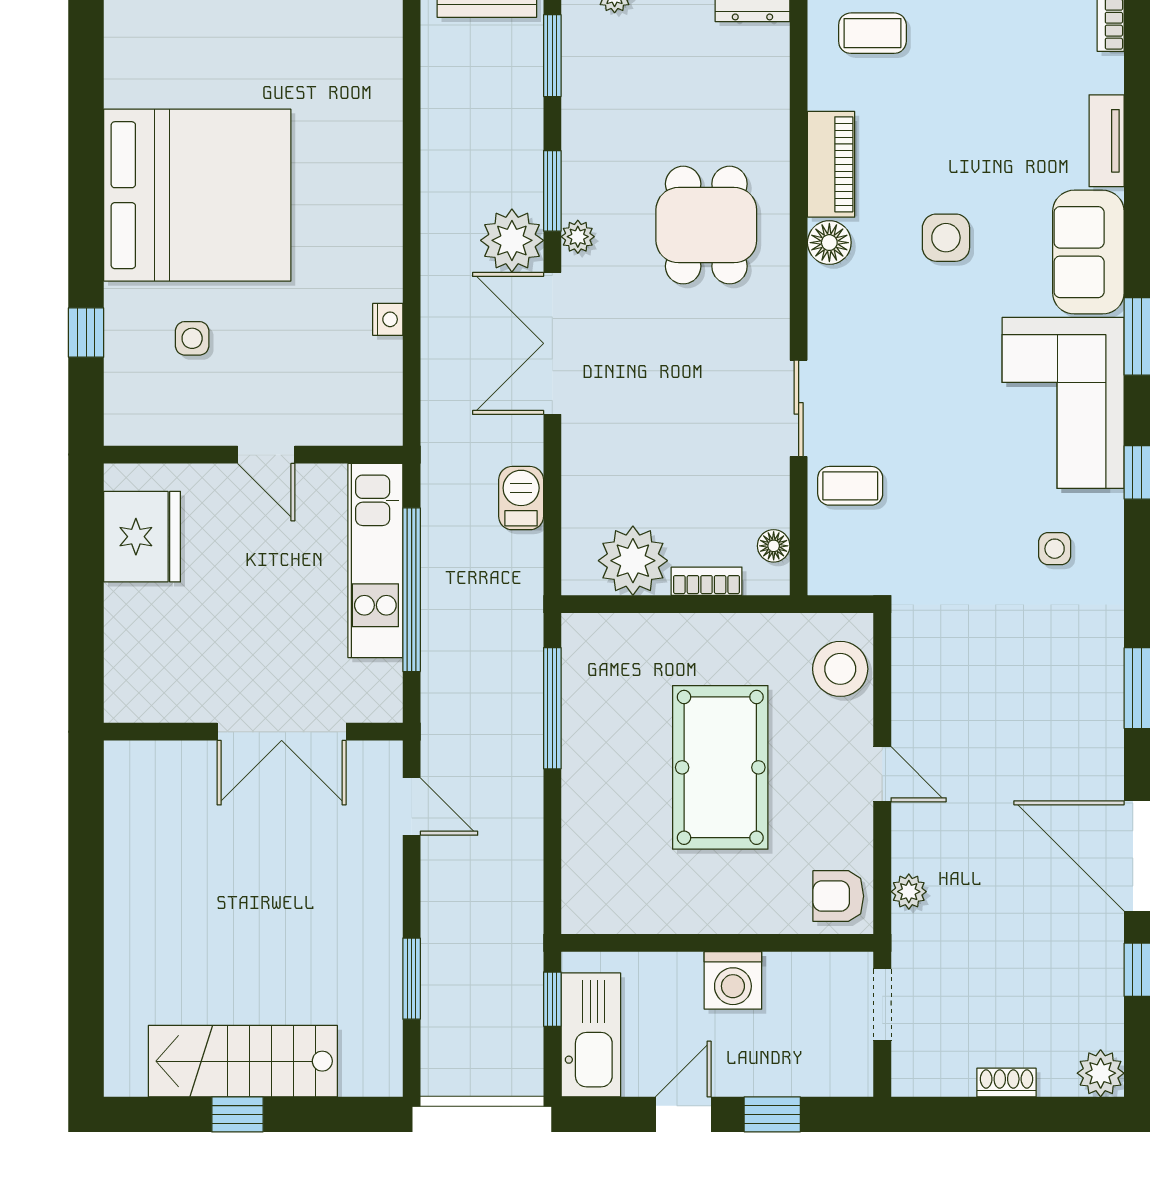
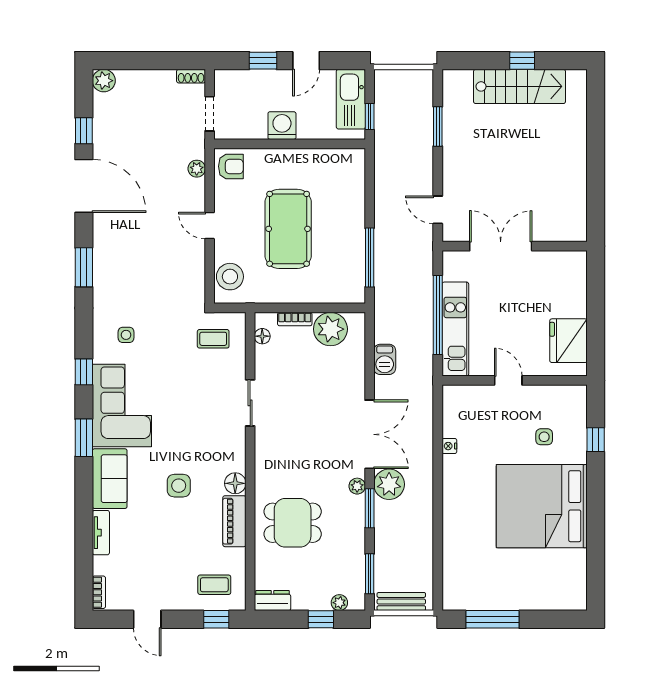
dining table: (706, 225) -> (293, 523), moved, turned 90
coffee table: (850, 486) -> (213, 339), moved
shoe rack: (1007, 1082) -> (191, 76), moved

